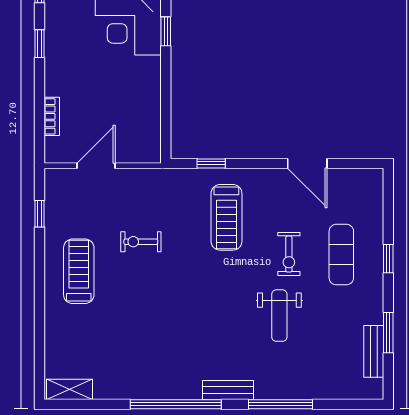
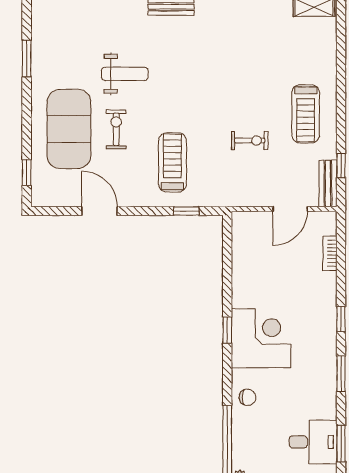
exercise mat: (341, 255) -> (69, 129), width x2.00, depth x1.45
window: (388, 259) -> (27, 173), moved
weight bench: (279, 316) -> (125, 74), turned 90
bench: (374, 351) -> (328, 183), moved

